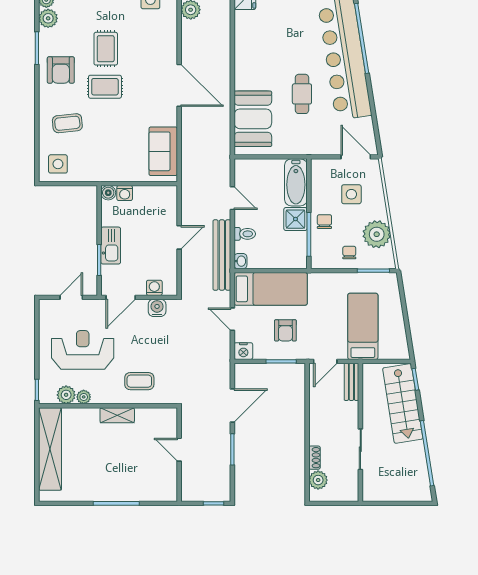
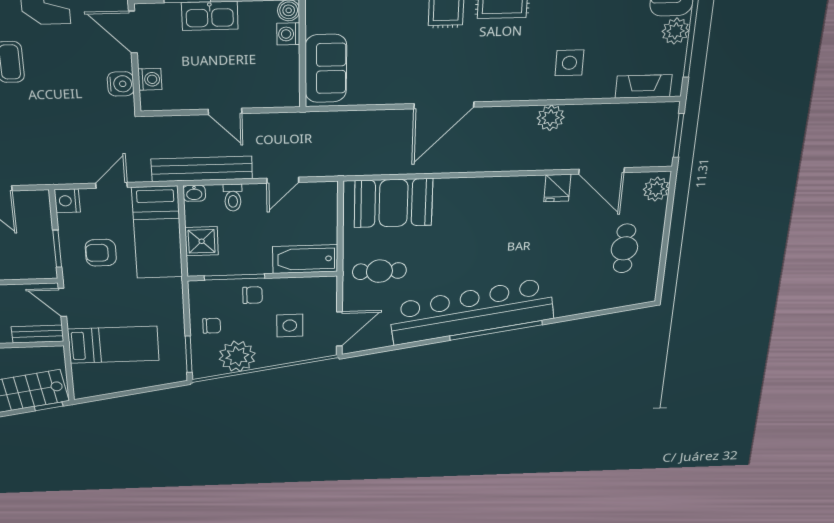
cafe table: (302, 94) -> (379, 271), moved
sofa: (163, 151) -> (326, 68), moved, turned 90
shower: (295, 219) -> (202, 241), moved

